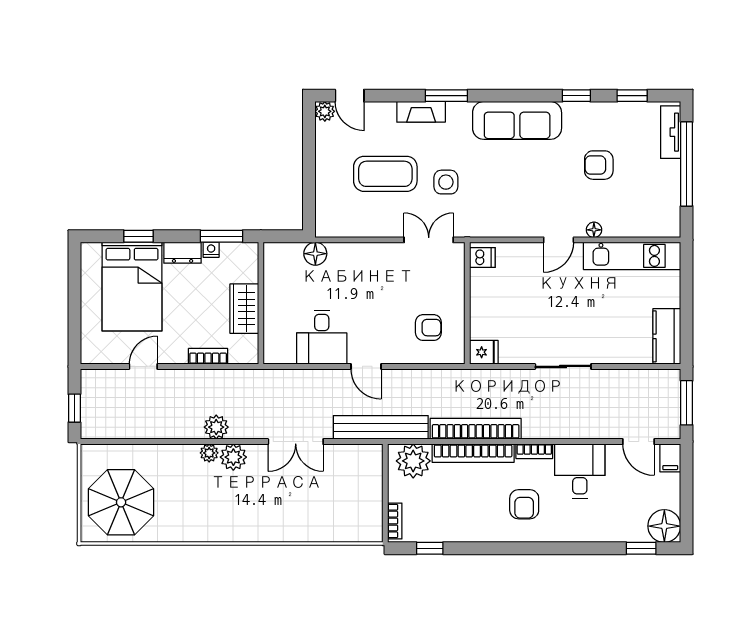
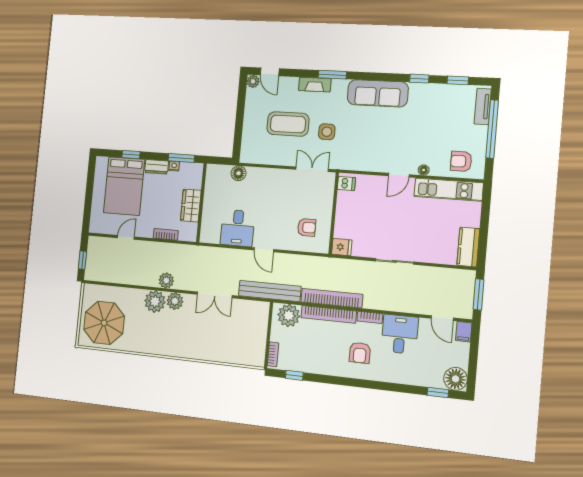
armchair: (599, 165) -> (461, 161), moved
plant: (209, 453) -> (155, 301), width x1.88, depth x1.88

